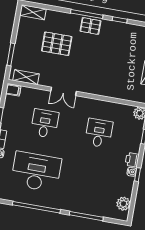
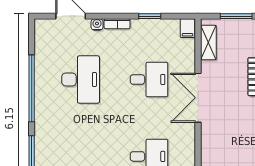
double door: (64, 91) -> (198, 98), width x1.37
desk: (36, 172) -> (81, 79), width x0.73, depth x0.77

